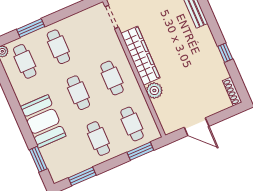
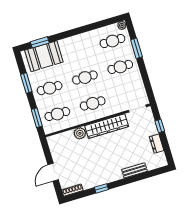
booth: (43, 121) -> (44, 56), moved
door: (197, 127) -> (53, 172), moved
window: (82, 176) -> (26, 83), moved

